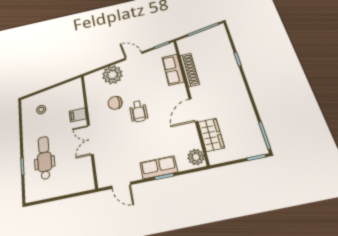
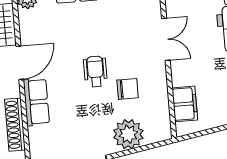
row of seats: (173, 70) -> (36, 102), moved
filing cabinet: (78, 115) -> (185, 104), moved, width x2.00

